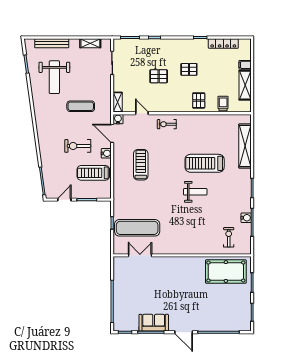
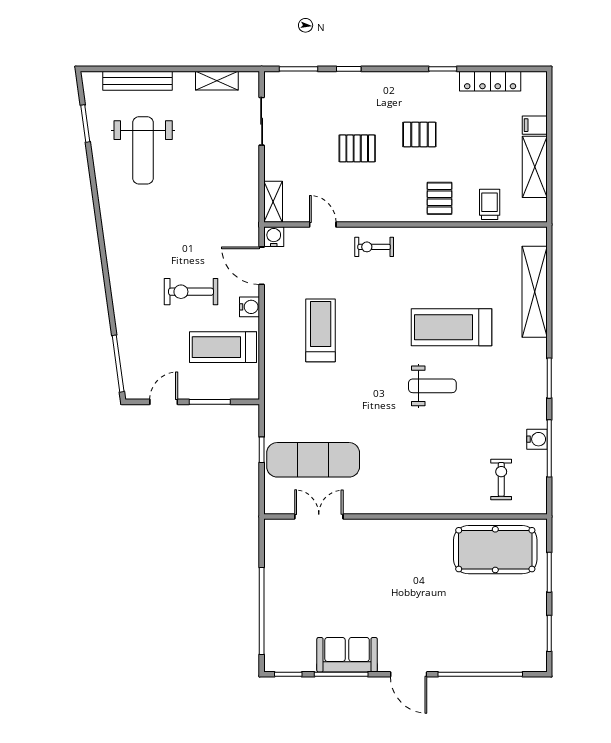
exercise mat: (81, 106) -> (197, 210), removed

